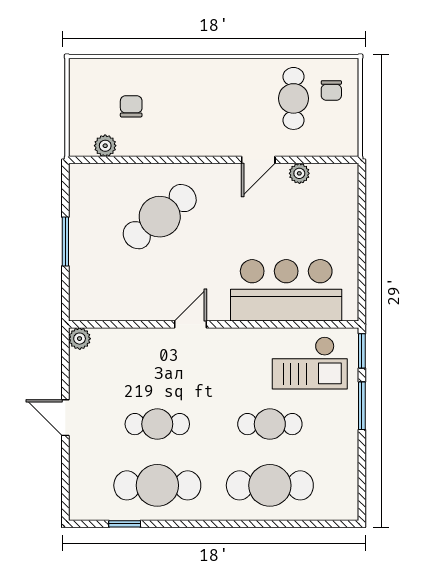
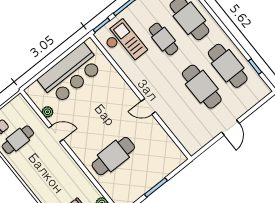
cafe table: (160, 217) -> (113, 156), turned -51
bar counter: (286, 290) -> (70, 74), moved, turned -90
plant: (80, 339) -> (192, 149), removed
cafe table: (157, 424) -> (202, 87), width x1.37, depth x1.35

